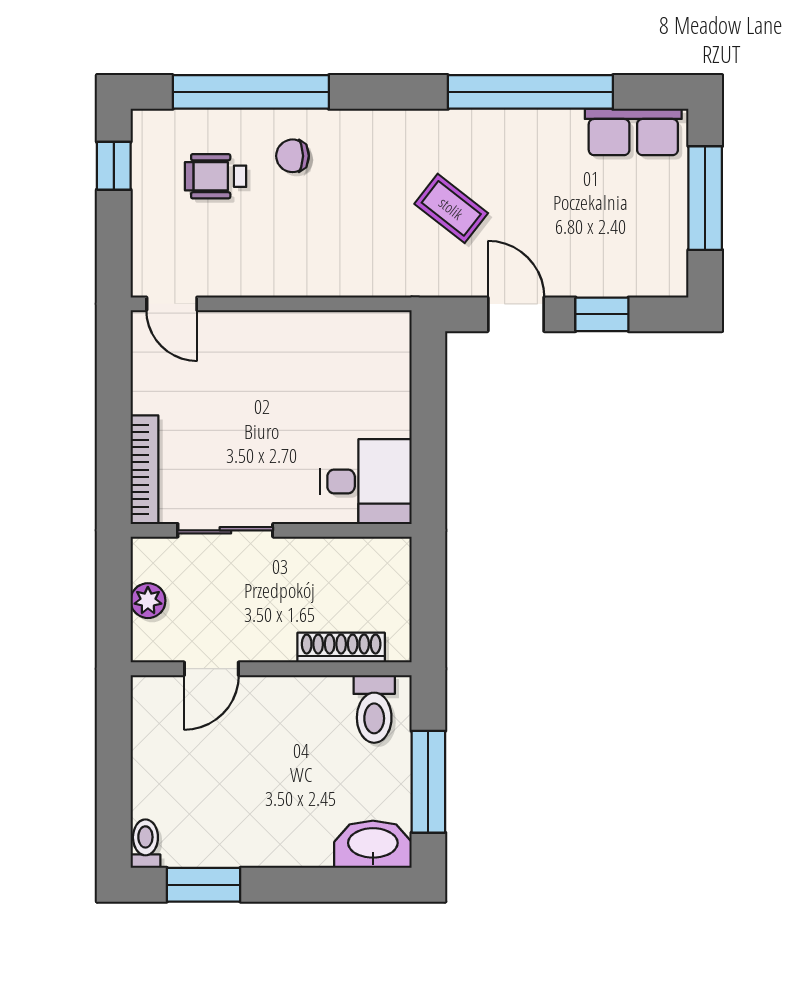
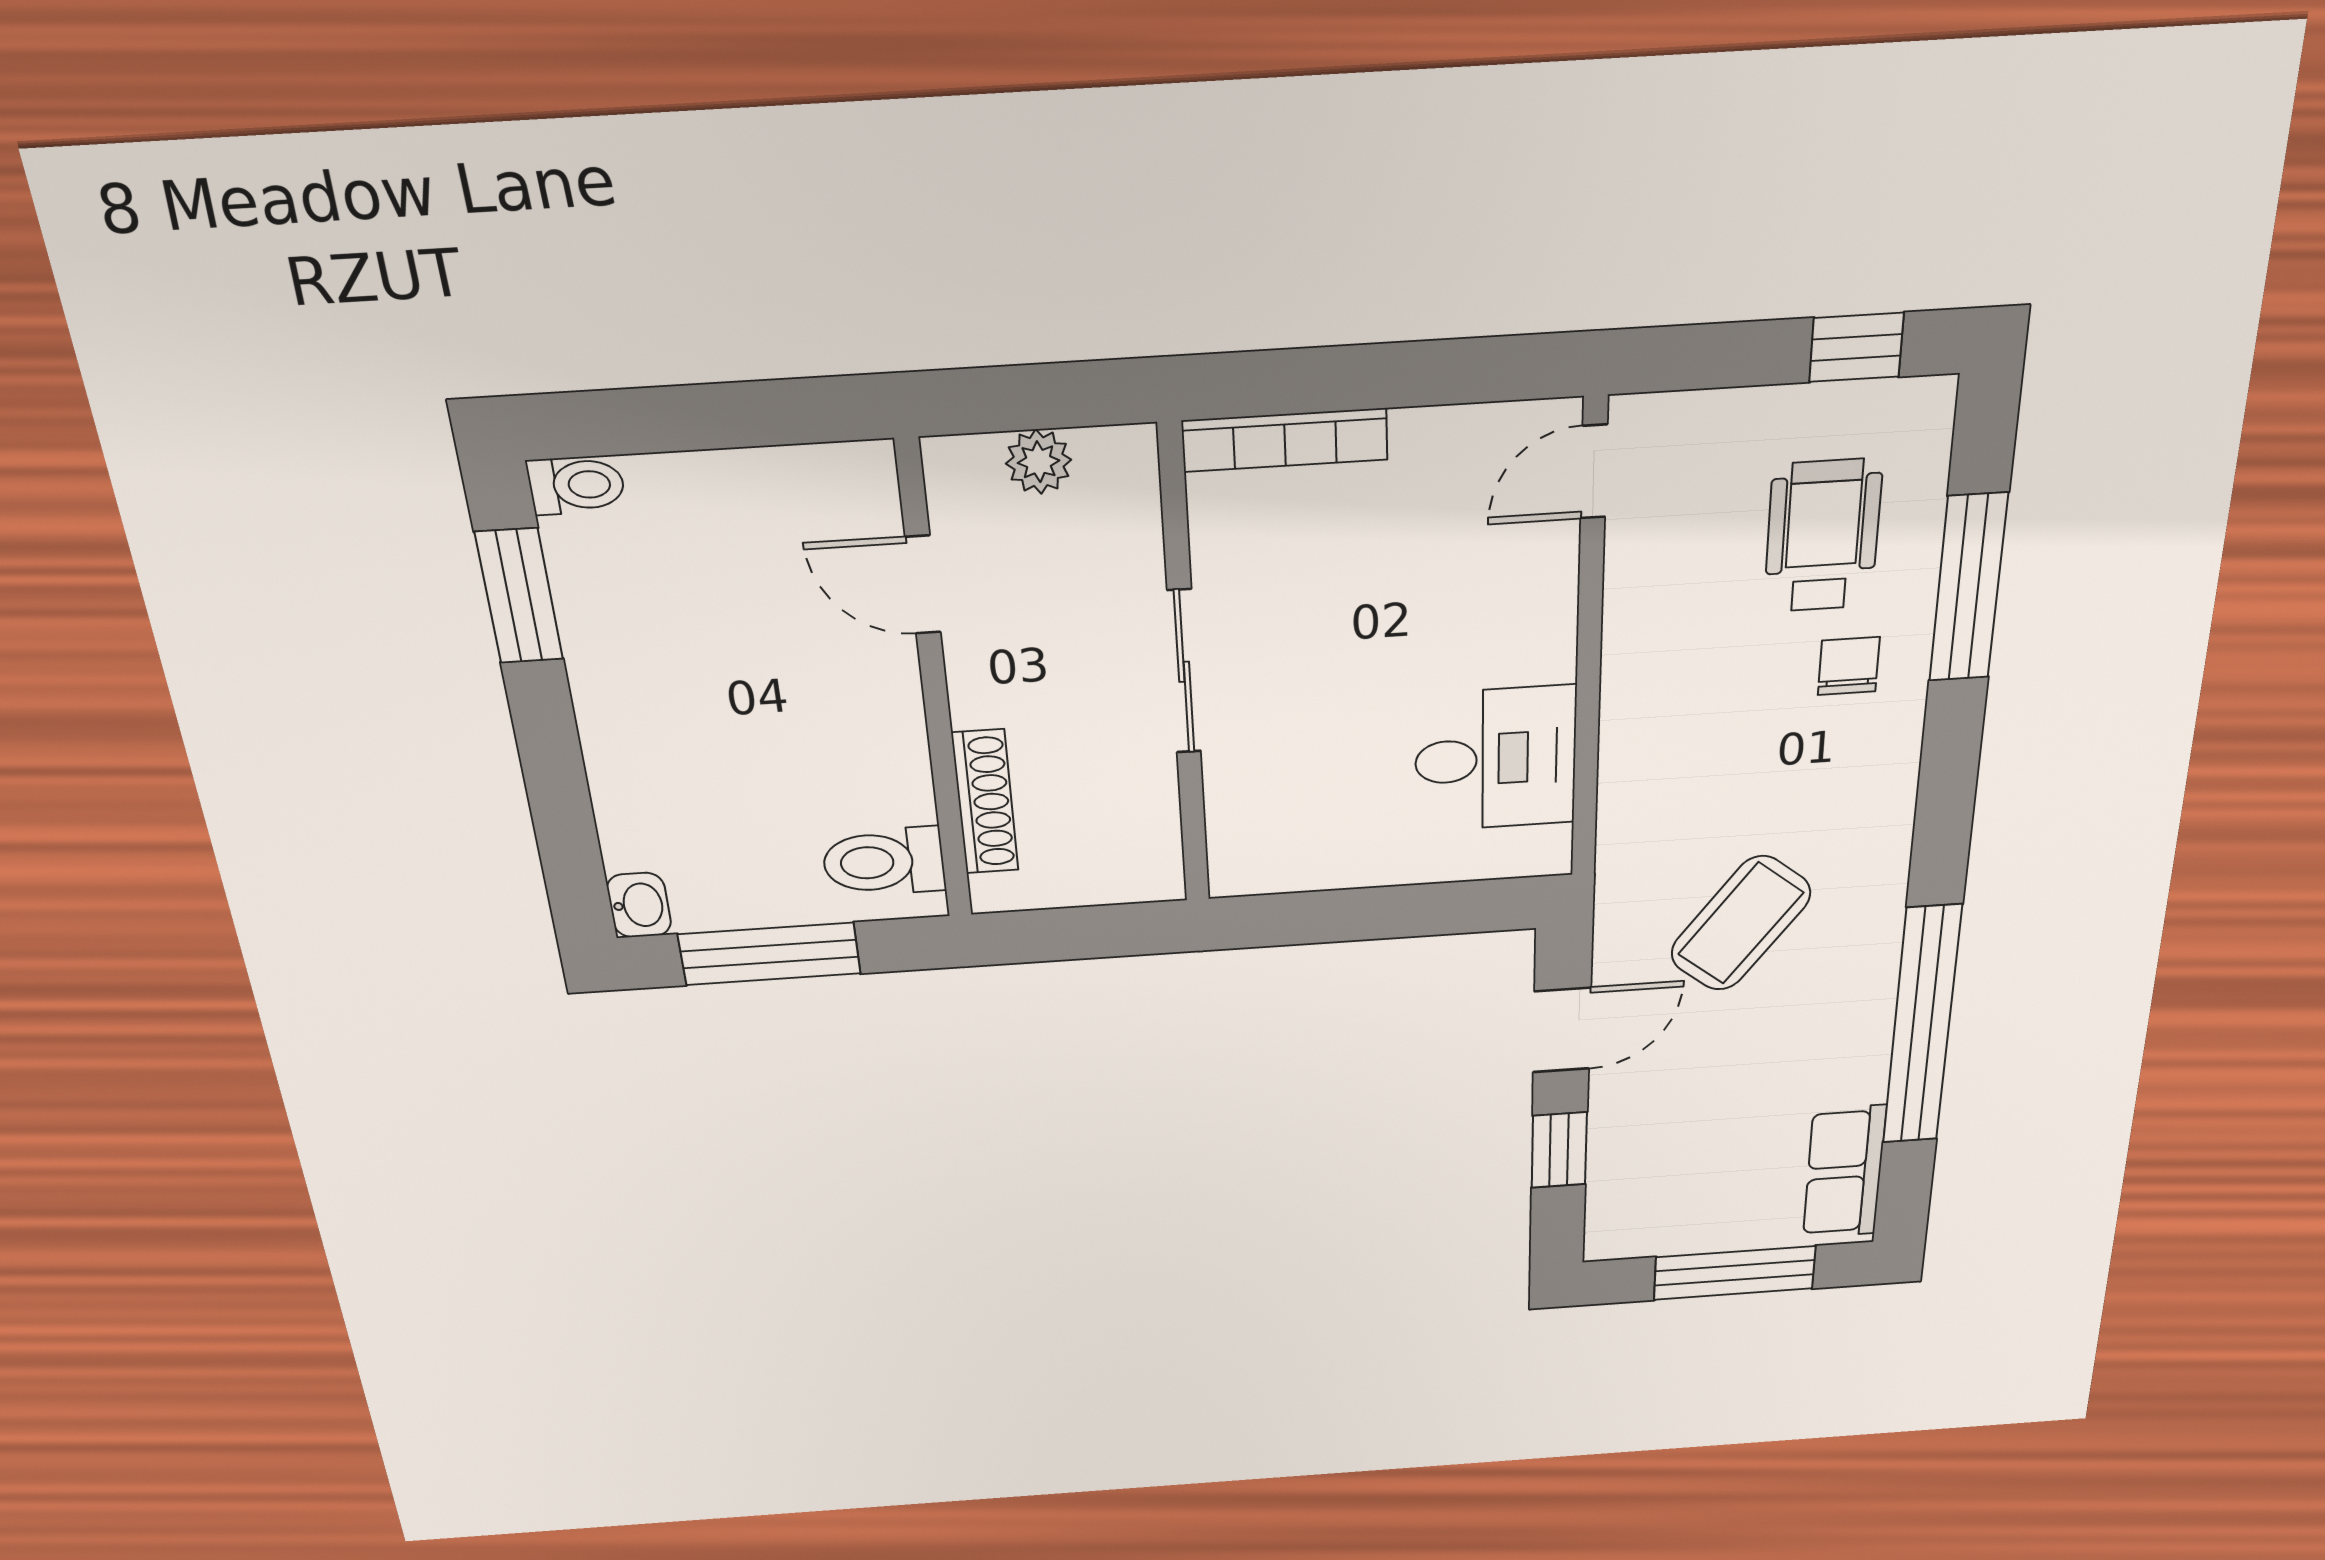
window: (251, 92) -> (1968, 588), width x0.68
wheelchair: (216, 176) -> (1823, 536), width x1.36, depth x1.37
coffee table: (451, 208) -> (1741, 923), width x1.36, depth x1.30
desk: (366, 482) -> (1496, 759), moved, turned -90
sliding door: (225, 530) -> (1184, 672), moved
washbasin: (373, 844) -> (639, 905), width x0.52, depth x0.69

